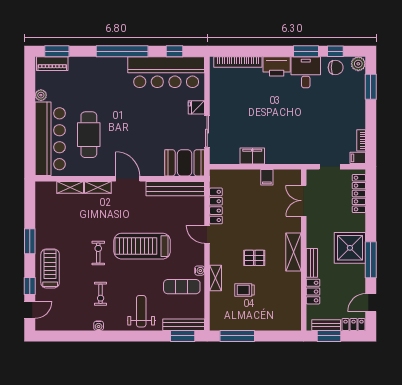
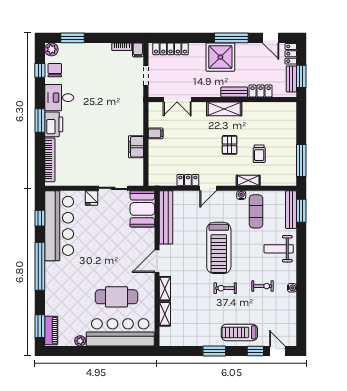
window: (306, 51) -> (40, 120), moved
locker: (216, 206) -> (188, 180), width x0.66

